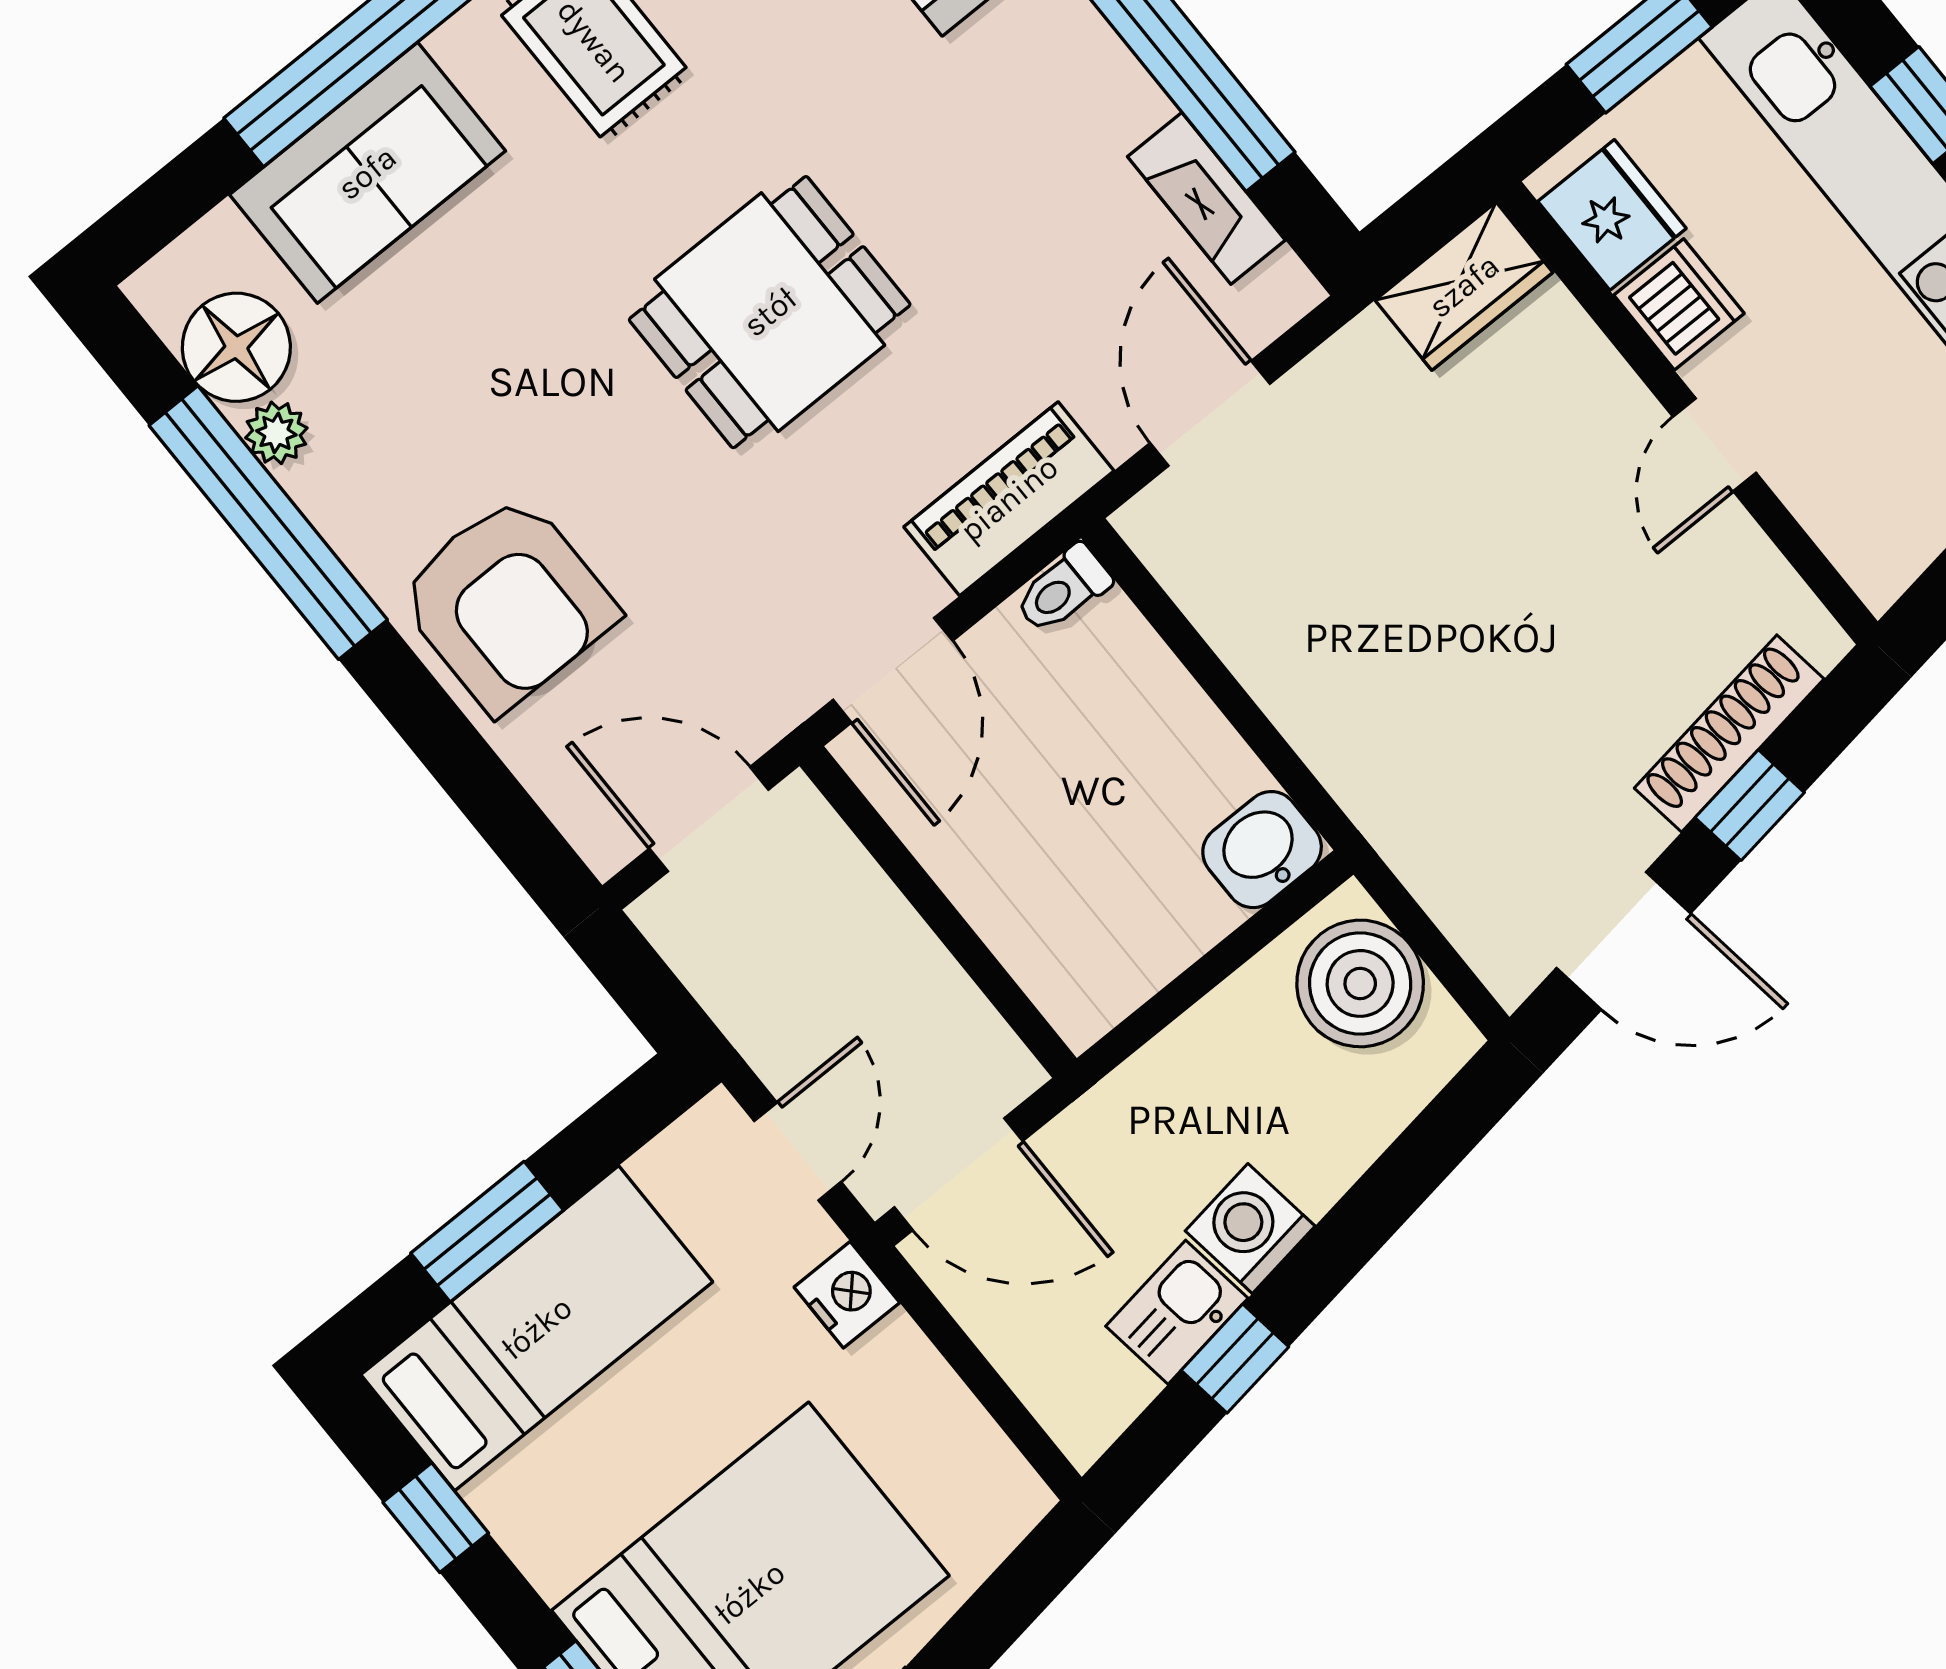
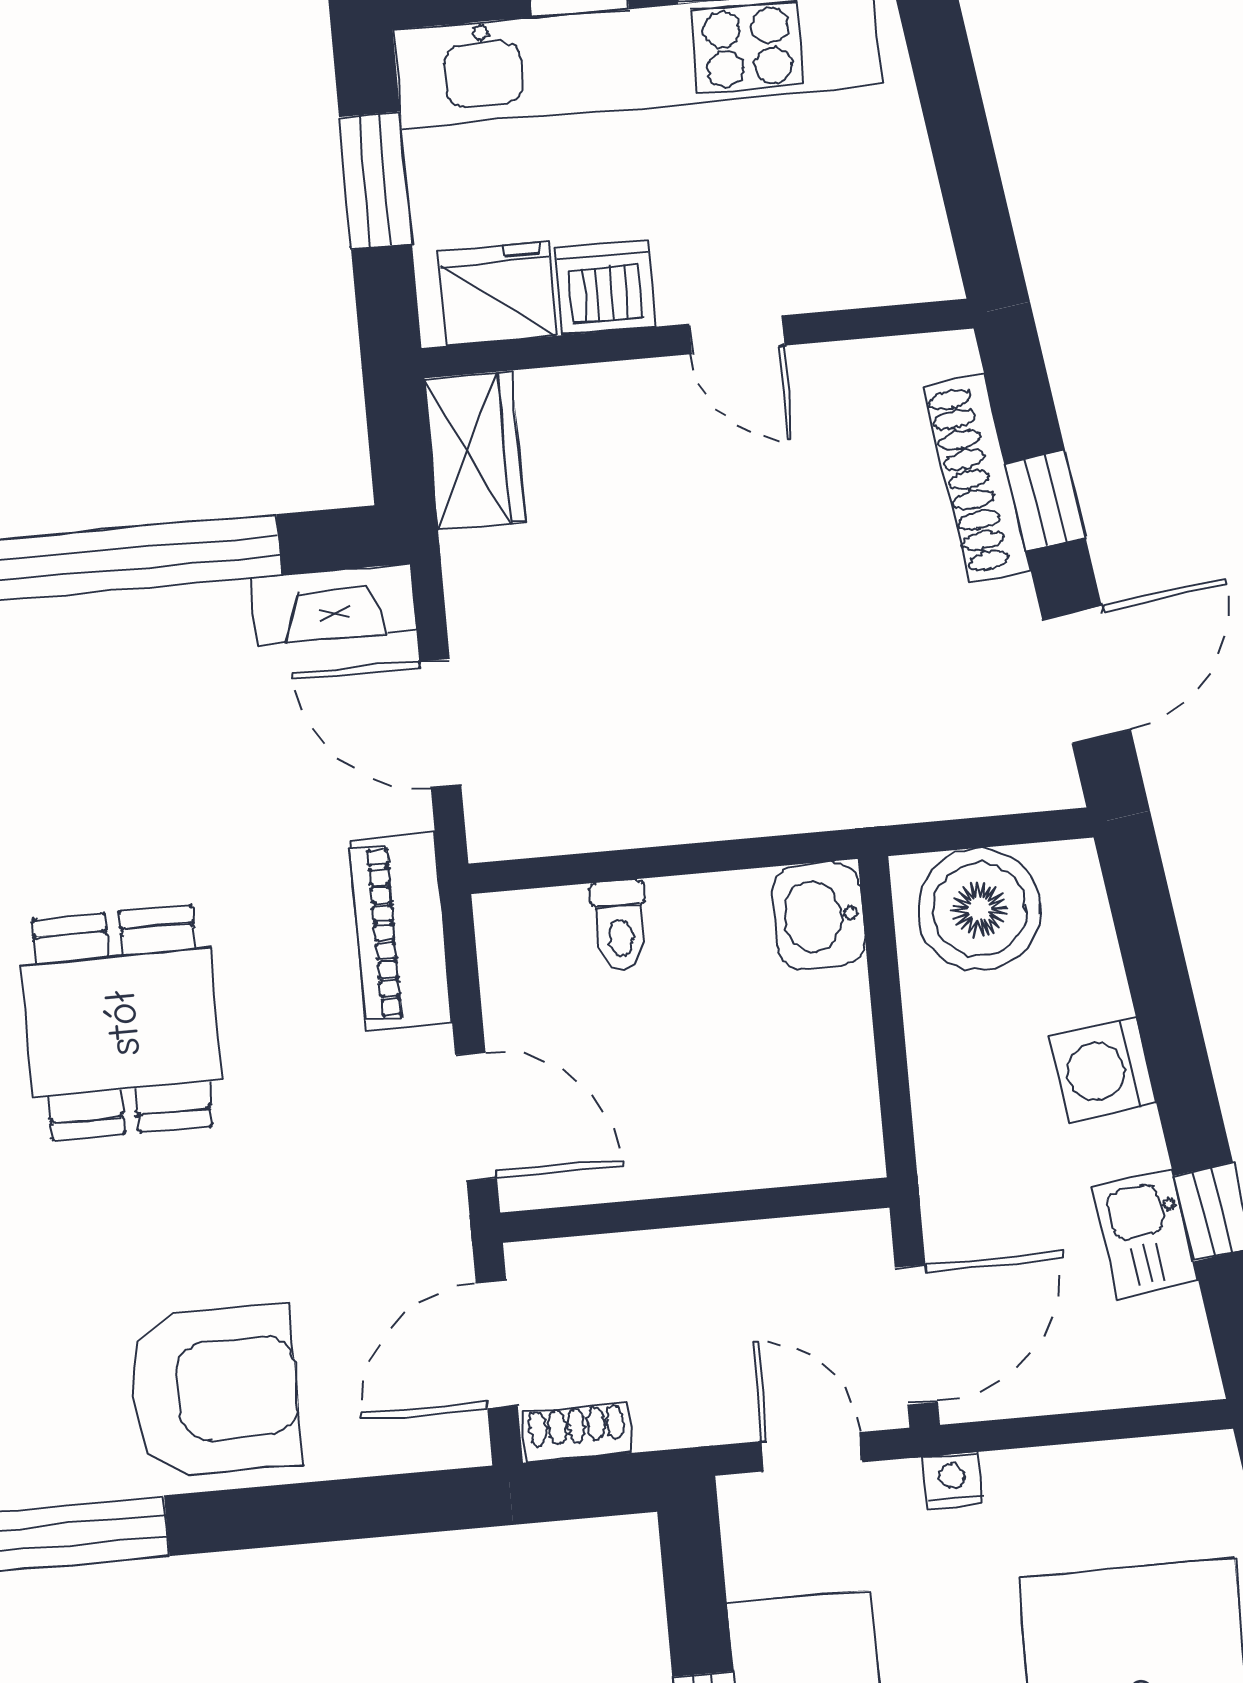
fireplace: (1206, 198) -> (334, 604), moved
toilet: (1063, 589) -> (620, 925), moved
shoe rack: (680, 939) -> (577, 1432), added
washing machine: (1250, 1228) -> (1103, 1070), moved
nightstand: (847, 1295) -> (952, 1480), width x0.72, depth x0.74

